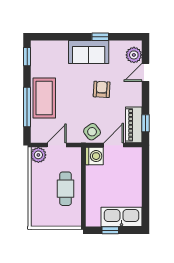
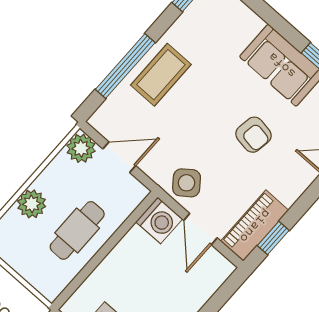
armchair: (102, 89) -> (253, 135), turned 96
coffee table: (44, 98) -> (161, 75), width x0.73, depth x0.76
door: (114, 145) -> (200, 229), swing flipped
plant: (38, 194) -> (32, 204), added

